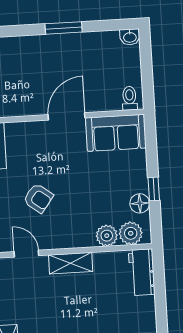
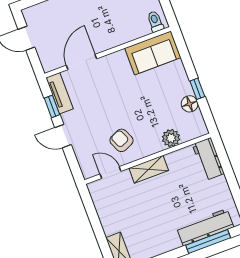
door: (67, 116) -> (82, 62), moved
armchair: (38, 198) -> (121, 140), moved, turned -151
plant: (131, 233) -> (190, 130), removed

